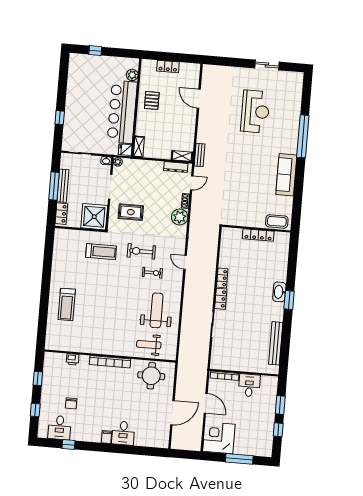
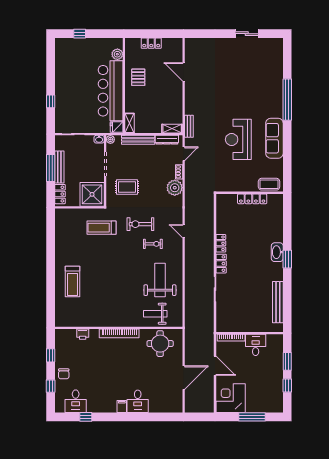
reception desk: (255, 112) -> (238, 139), moved, turned 180
bench: (146, 165) -> (138, 140), added
treadmill: (101, 252) -> (102, 228), turned 180
chair: (71, 403) -> (64, 374), moved

